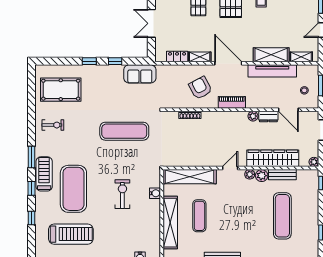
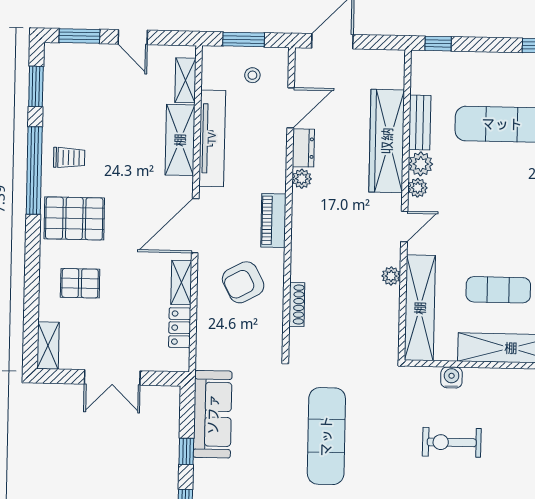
sofa: (140, 74) -> (213, 414), width x1.36
plant: (314, 162) -> (391, 276), moved
door: (230, 168) -> (404, 227), swing flipped

